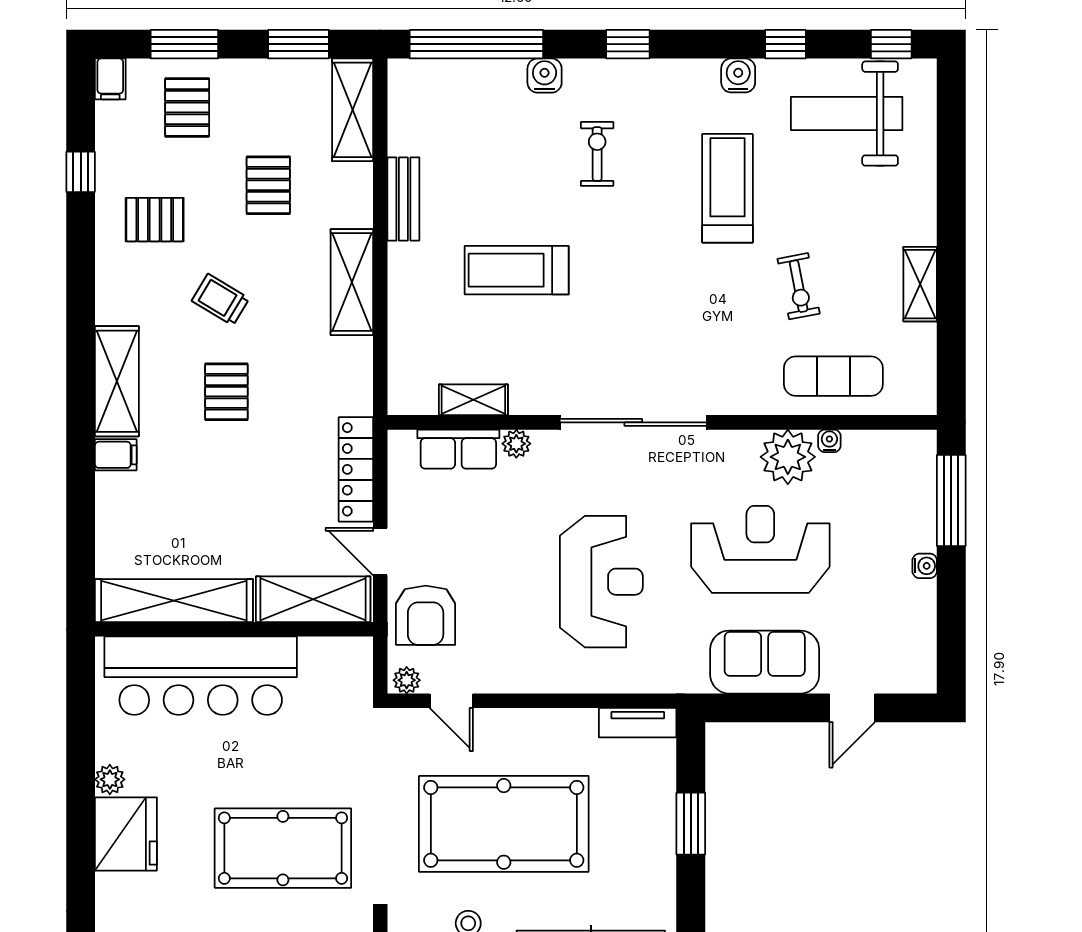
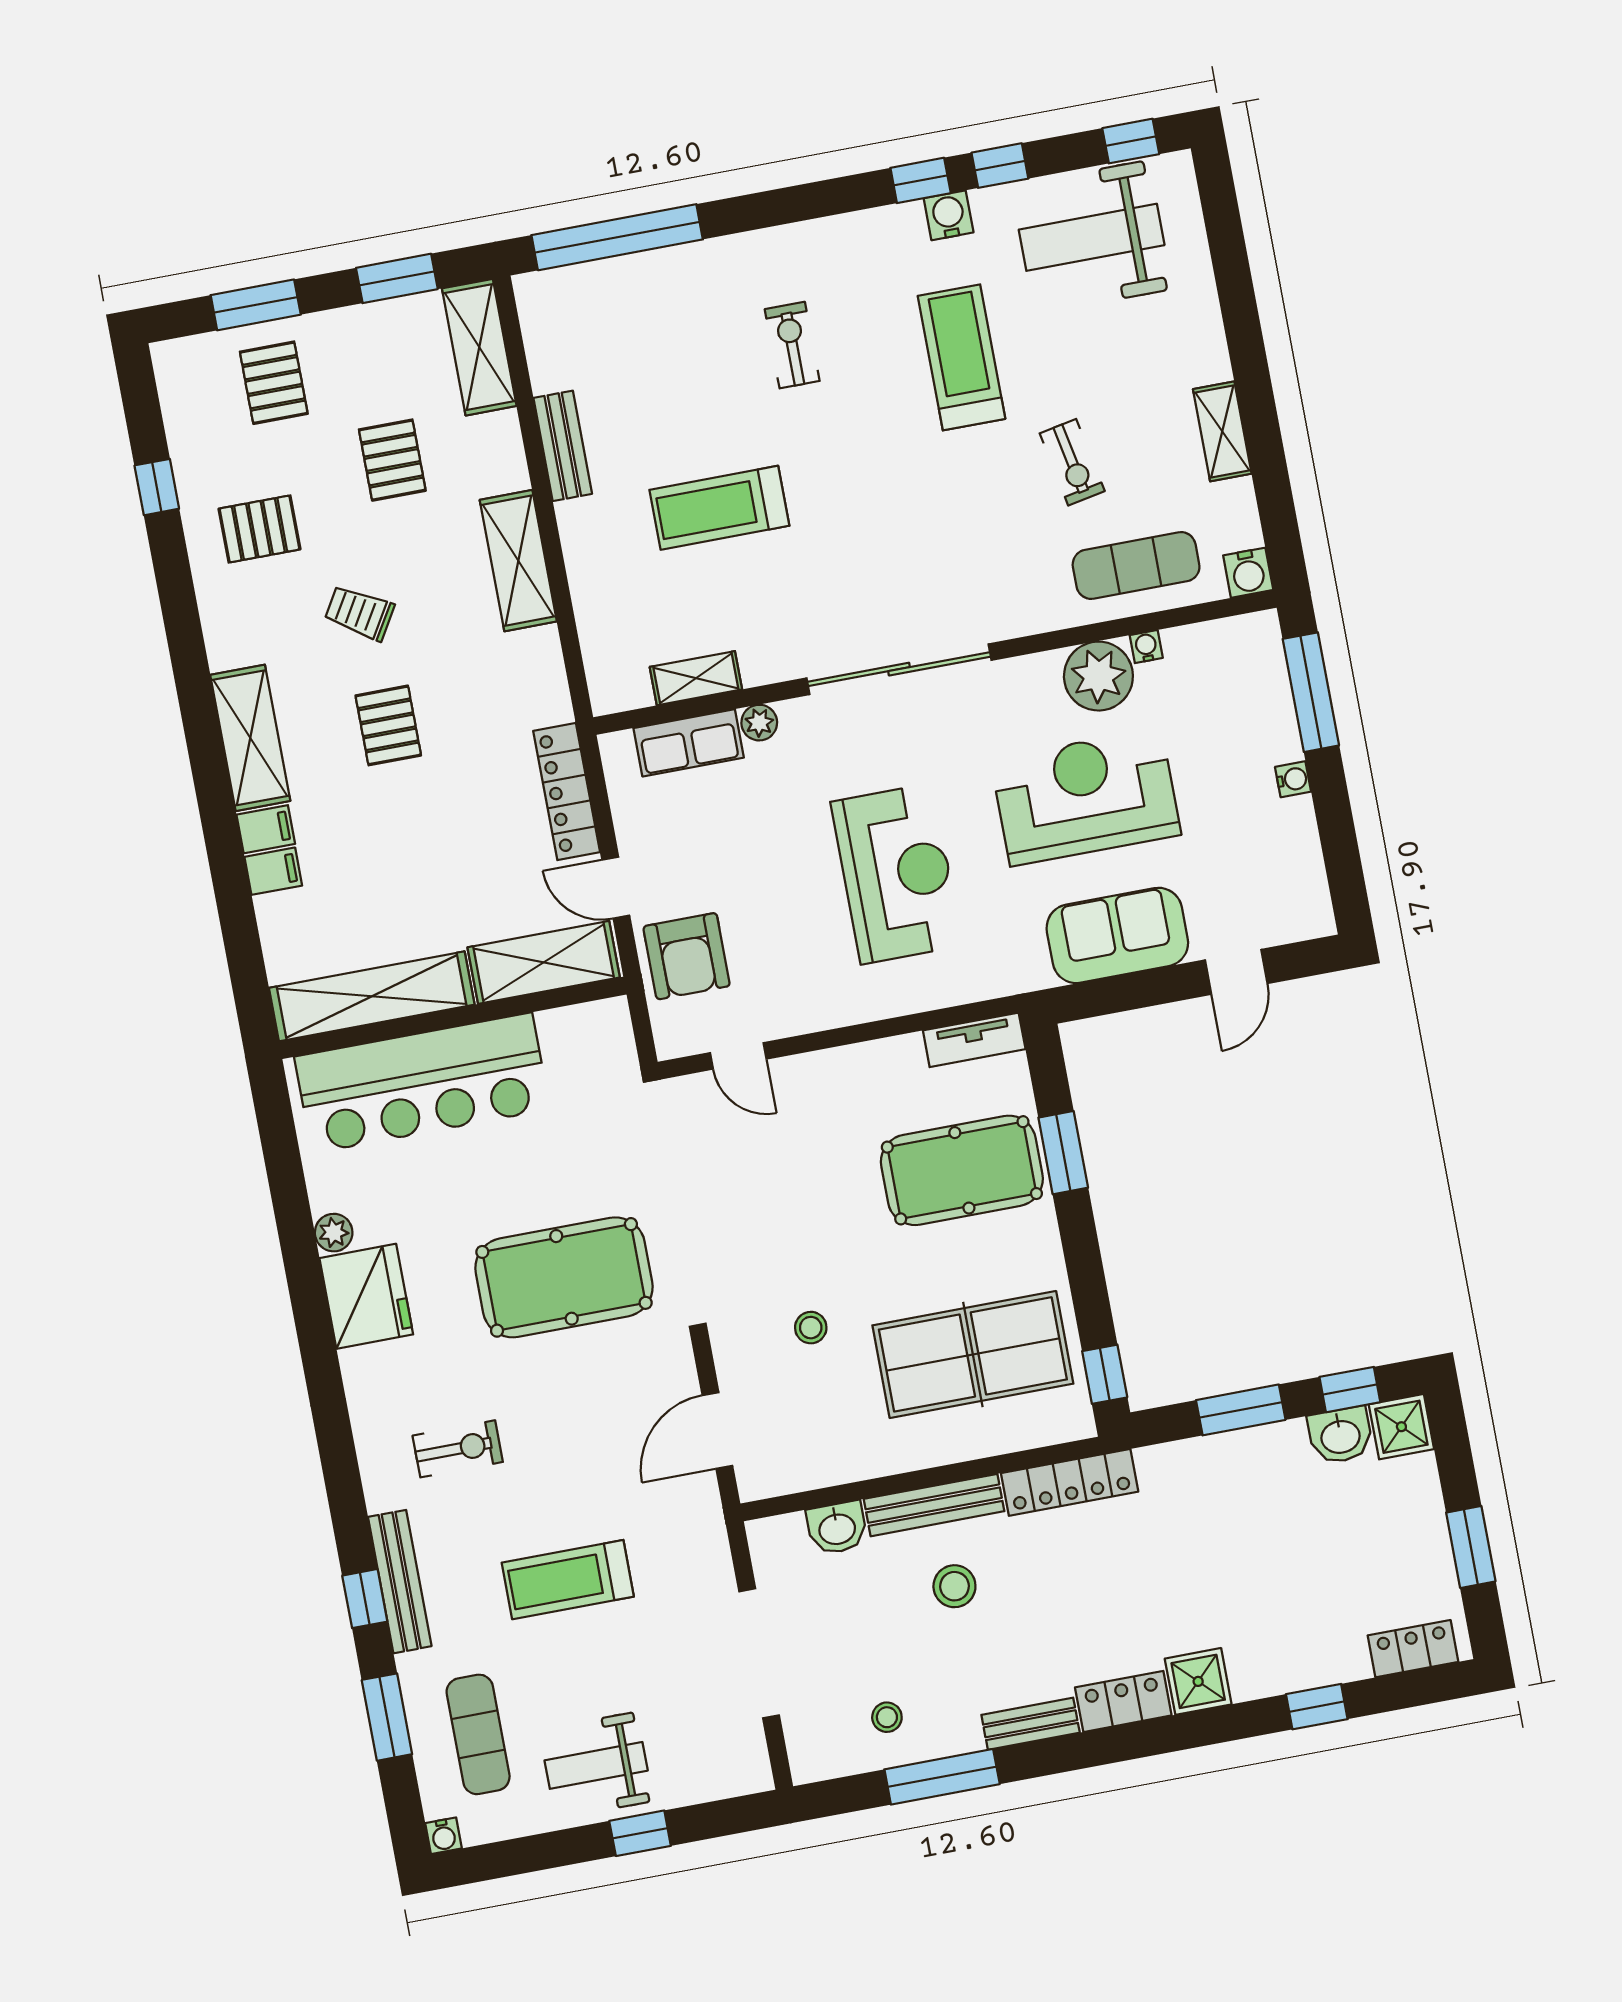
window: (628, 44) -> (921, 180), moved
water cooler: (545, 76) -> (1248, 573), moved, turned 180
filing cabinet: (110, 79) -> (273, 871), moved, turned -90
plant: (407, 680) -> (678, 1041), removed
pool table: (504, 824) -> (962, 1170), moved, width x0.73, depth x0.76

